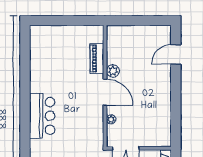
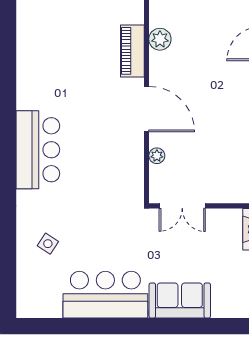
plant: (113, 71) -> (160, 39), moved

